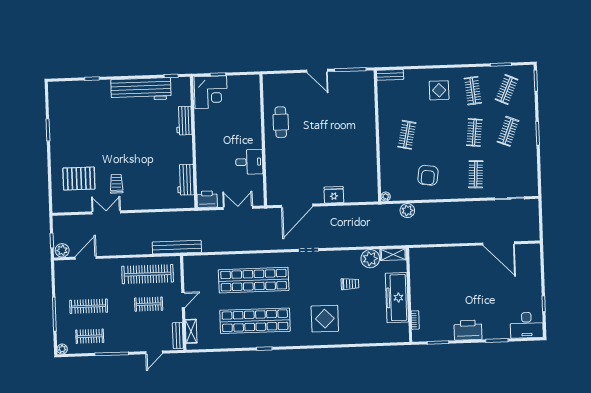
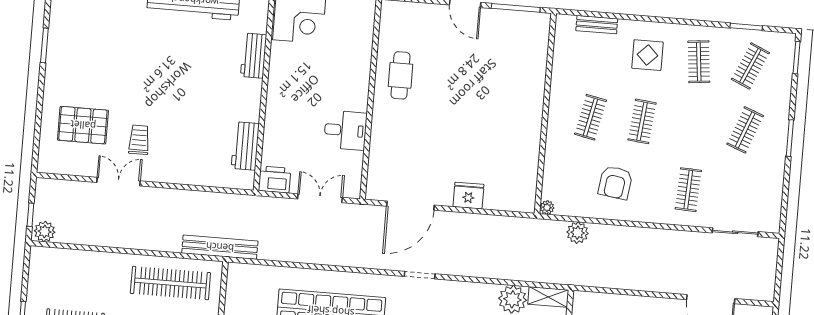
bench: (390, 75) -> (597, 25), moved
clothes rail: (474, 132) -> (642, 121), moved
door: (86, 258) -> (79, 247), removed

